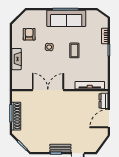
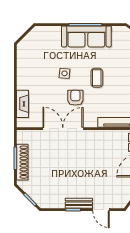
armchair: (29, 34) -> (75, 98), moved
fireplace: (16, 59) -> (23, 104), moved

